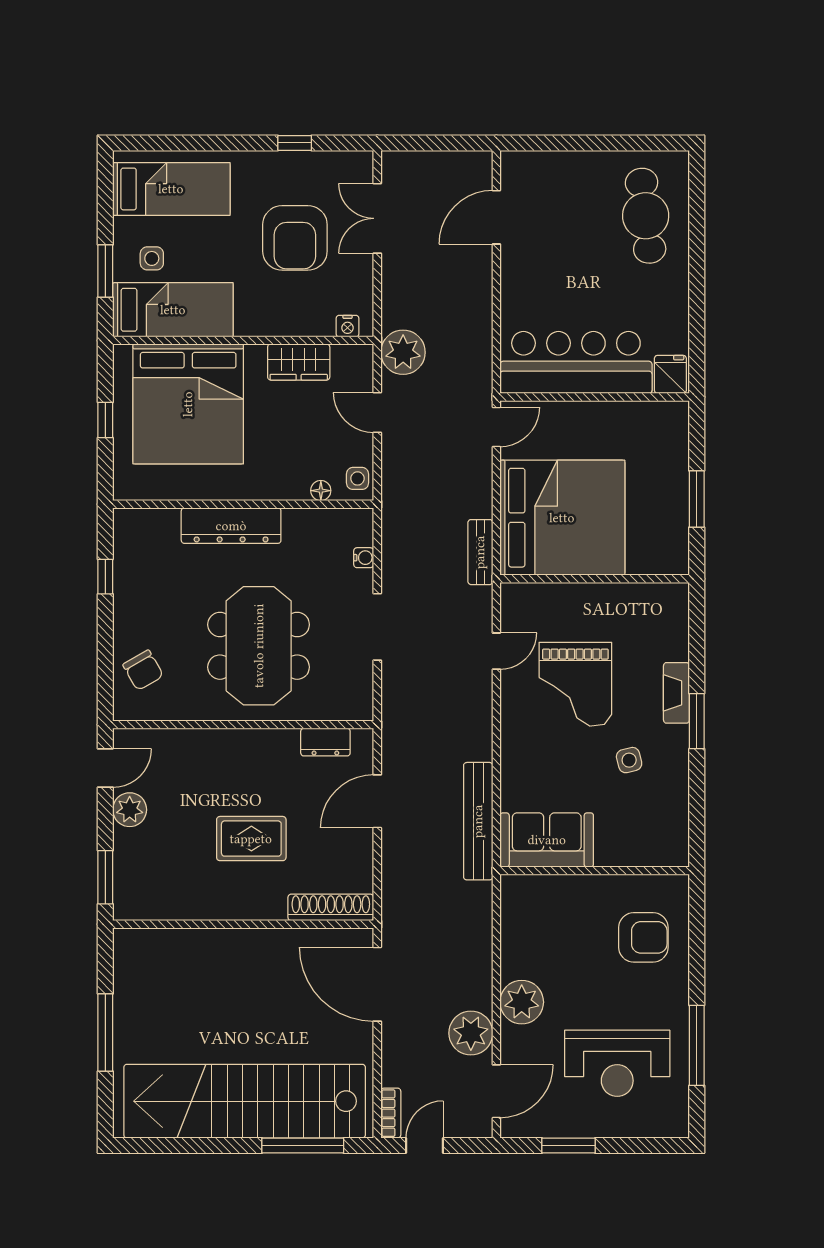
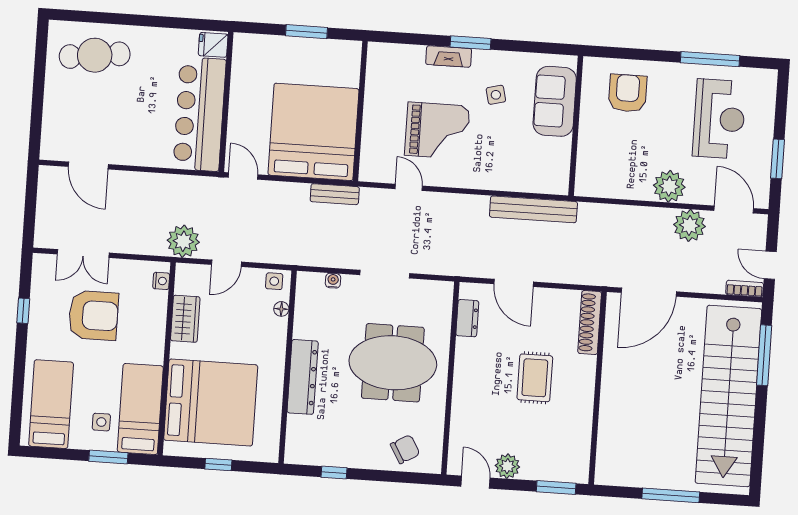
sofa: (547, 840) -> (555, 101), moved

